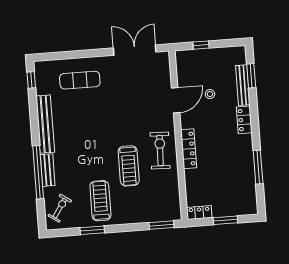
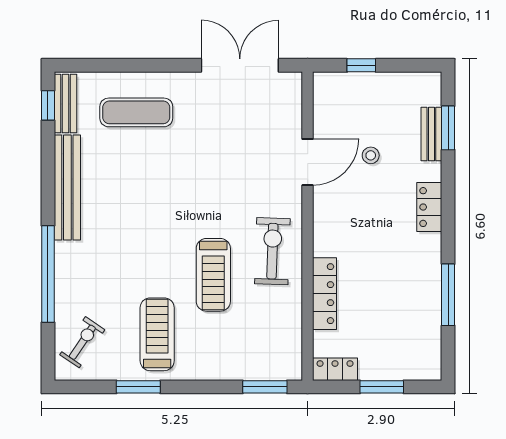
bench: (243, 85) -> (431, 134), width x0.73
locker: (189, 149) -> (324, 294), moved
bench: (48, 170) -> (66, 104), moved

